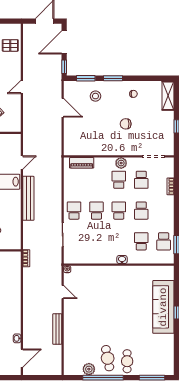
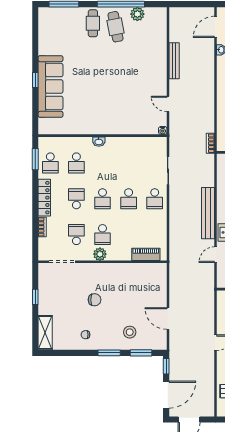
locker: (169, 212) -> (44, 198), added
school desk: (164, 241) -> (50, 163), turned 180

